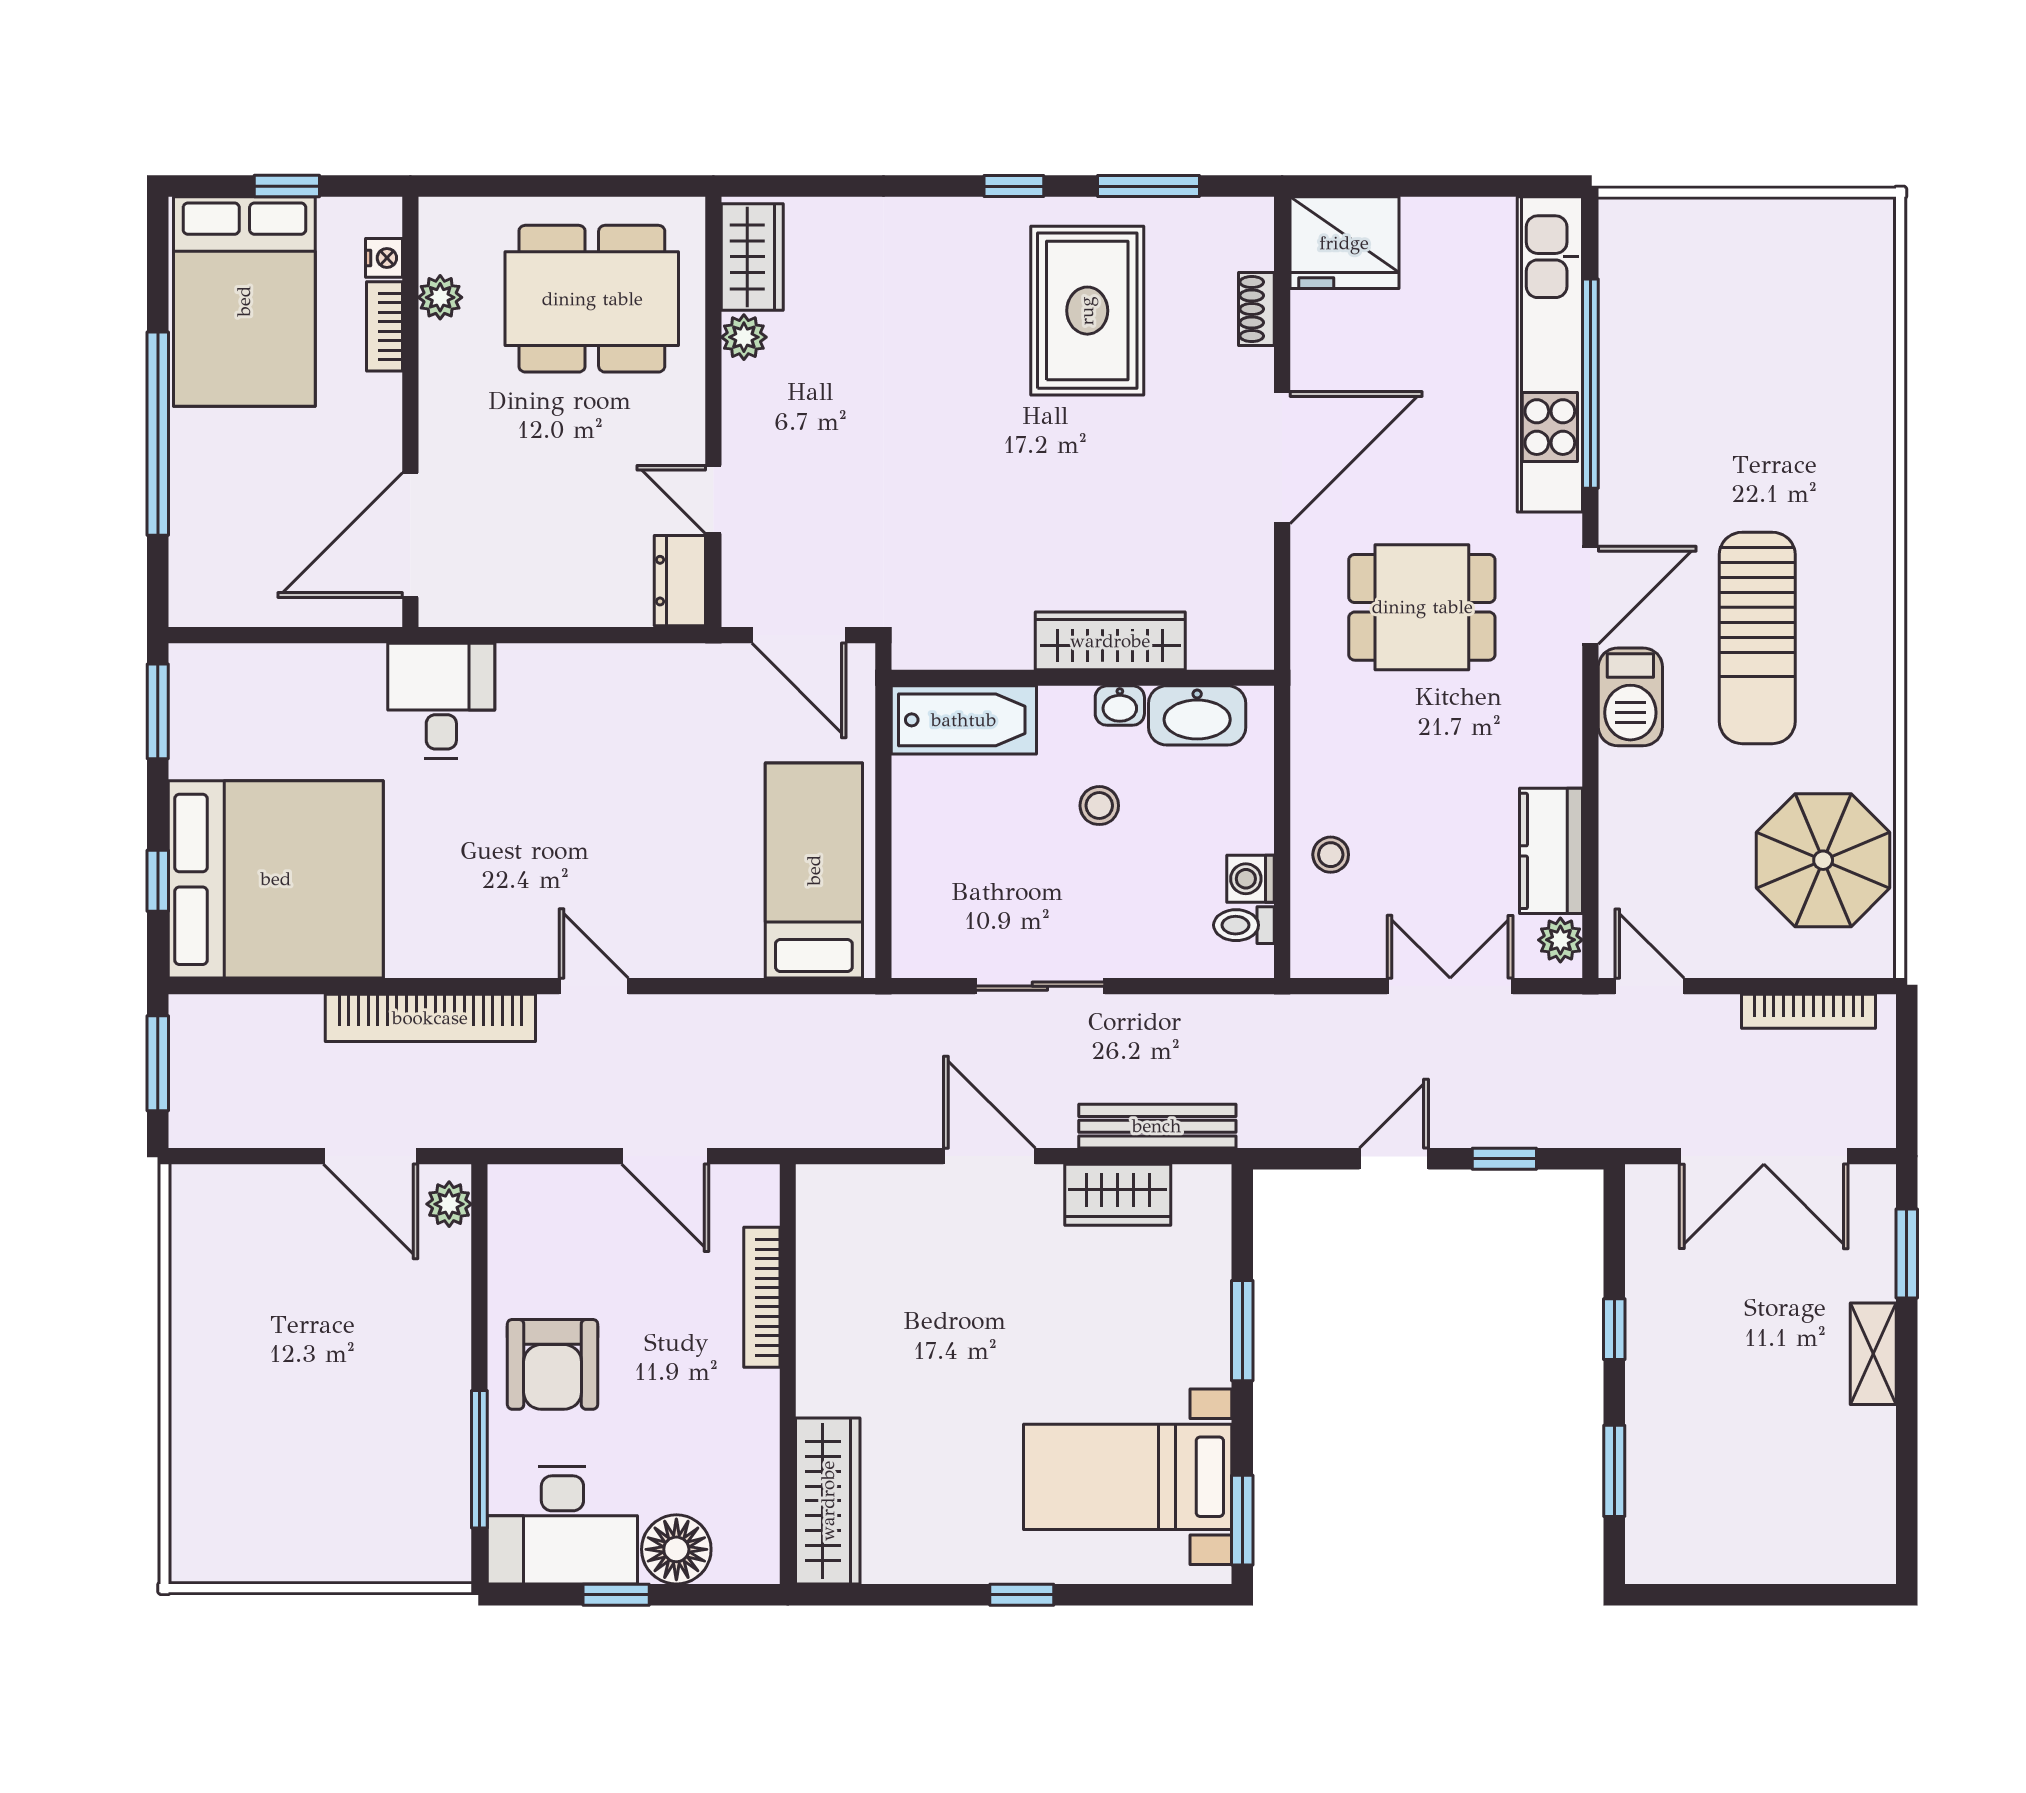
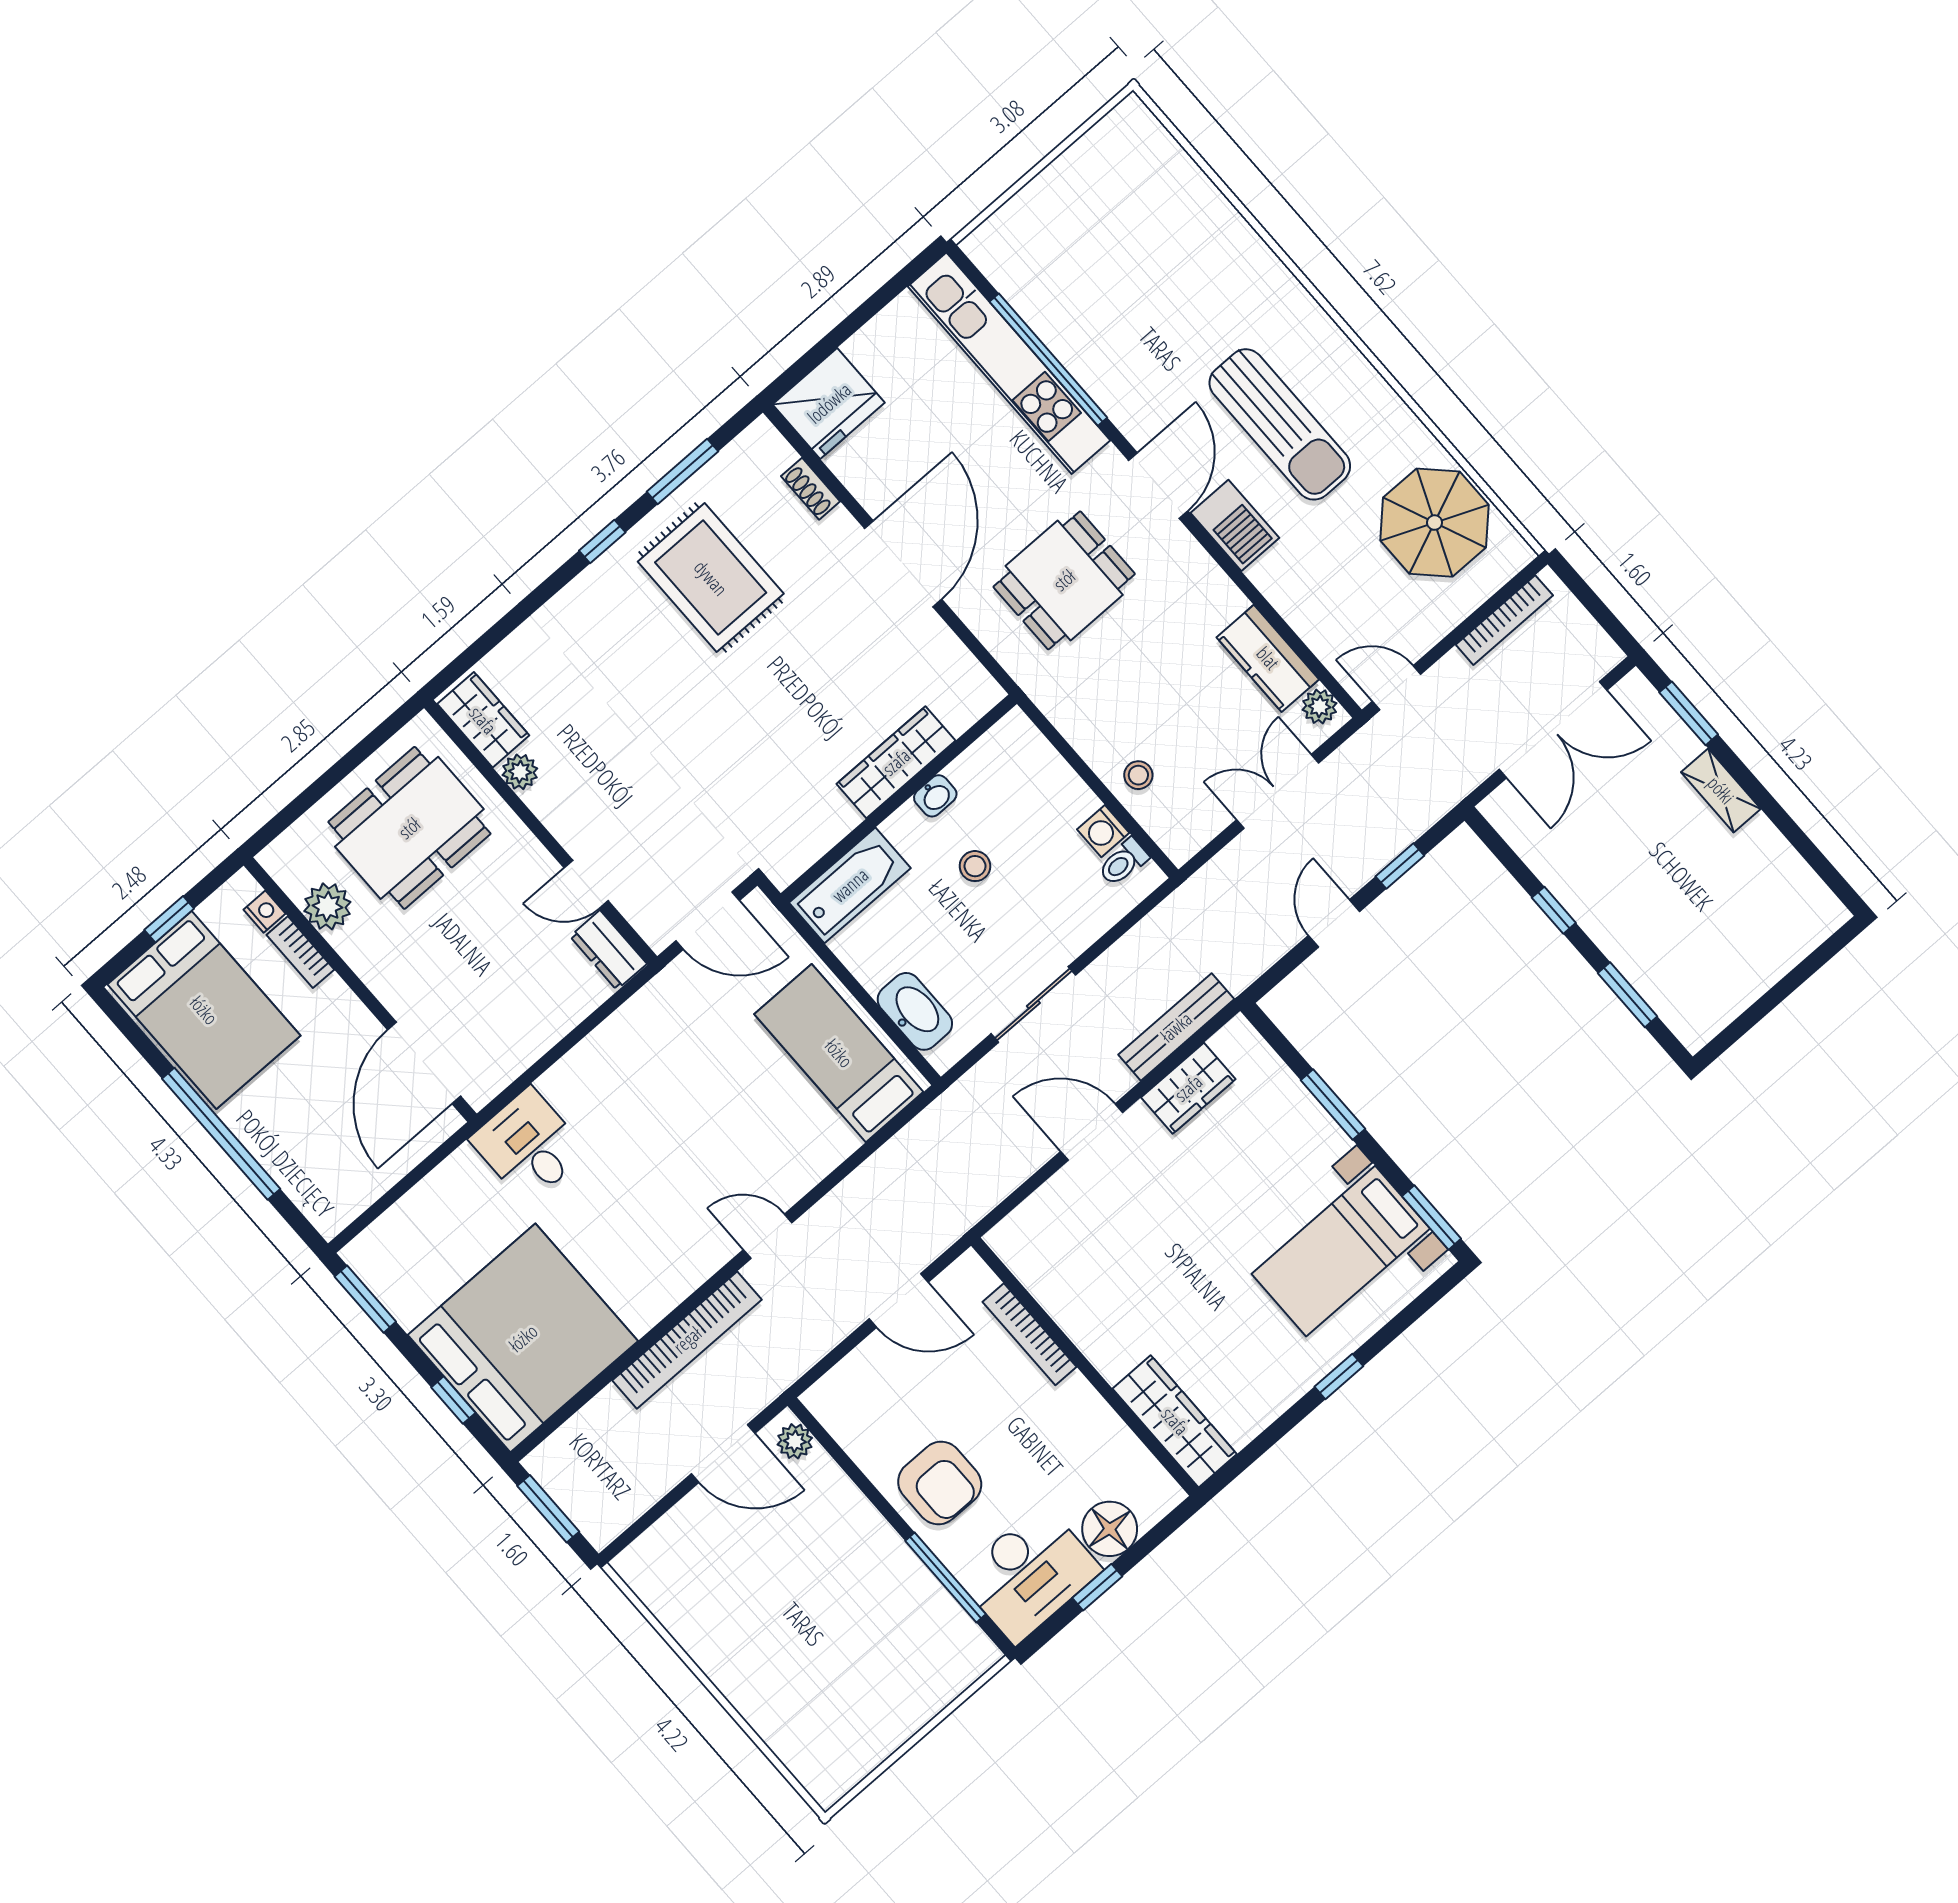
plant: (440, 297) -> (327, 906), width x1.38, depth x1.38
washbasin: (1197, 715) -> (915, 1011), moved, turned -90

